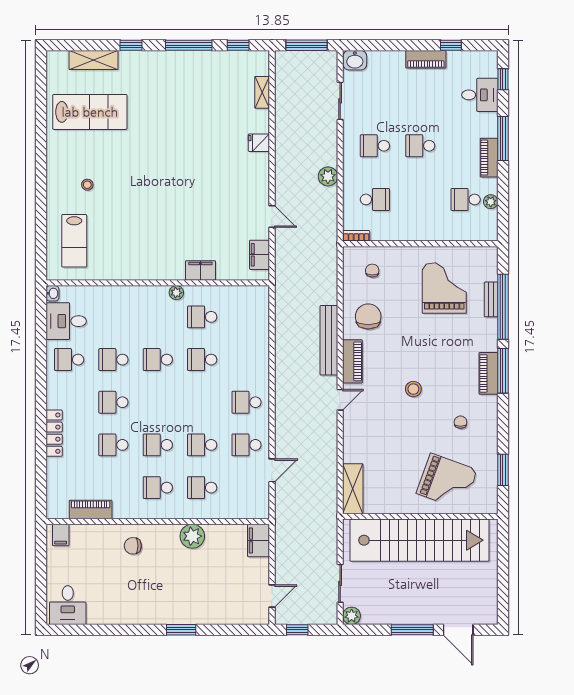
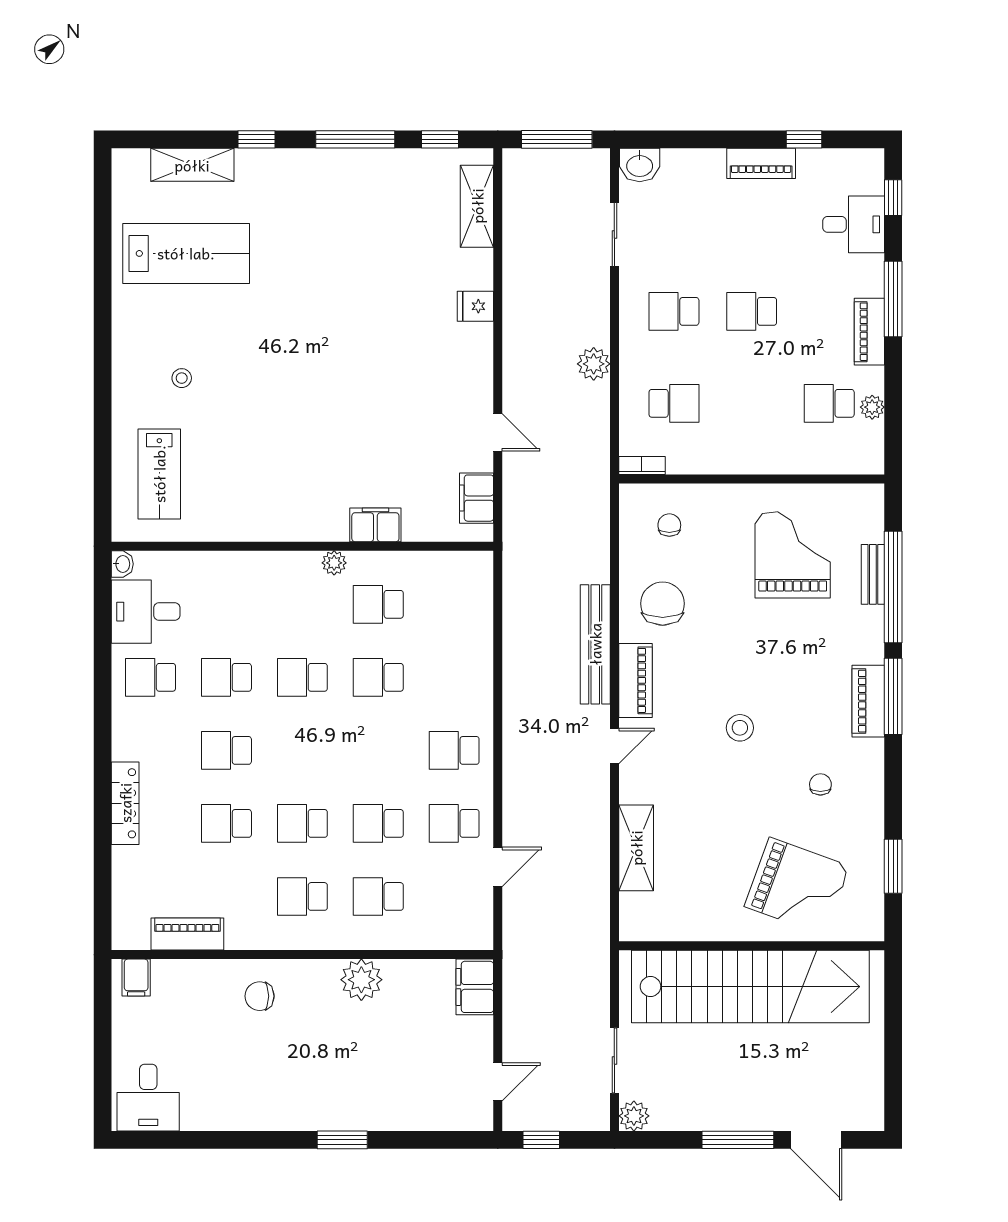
shelving: (262, 92) -> (477, 206), width x1.50, depth x1.33
shelving: (353, 489) -> (636, 848), moved

